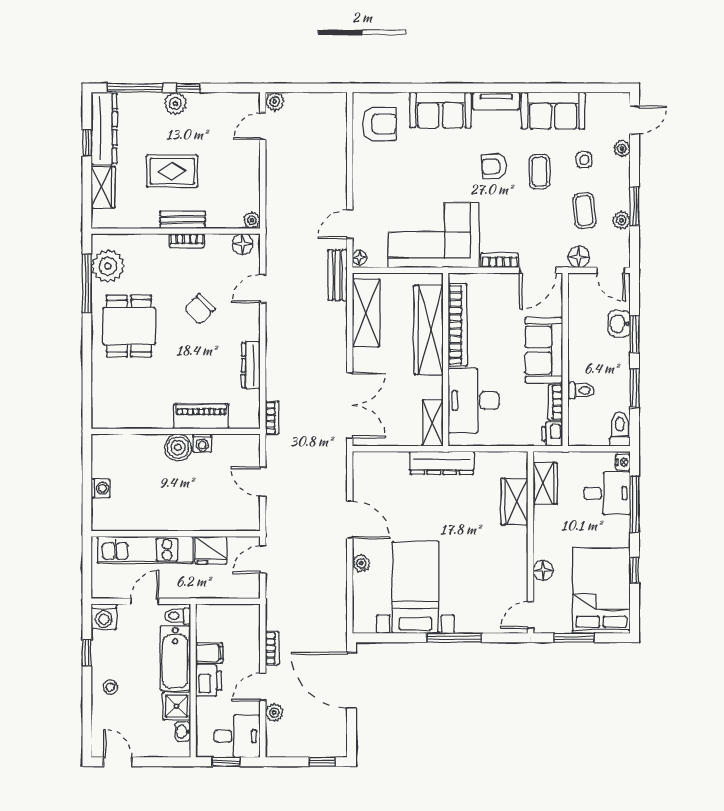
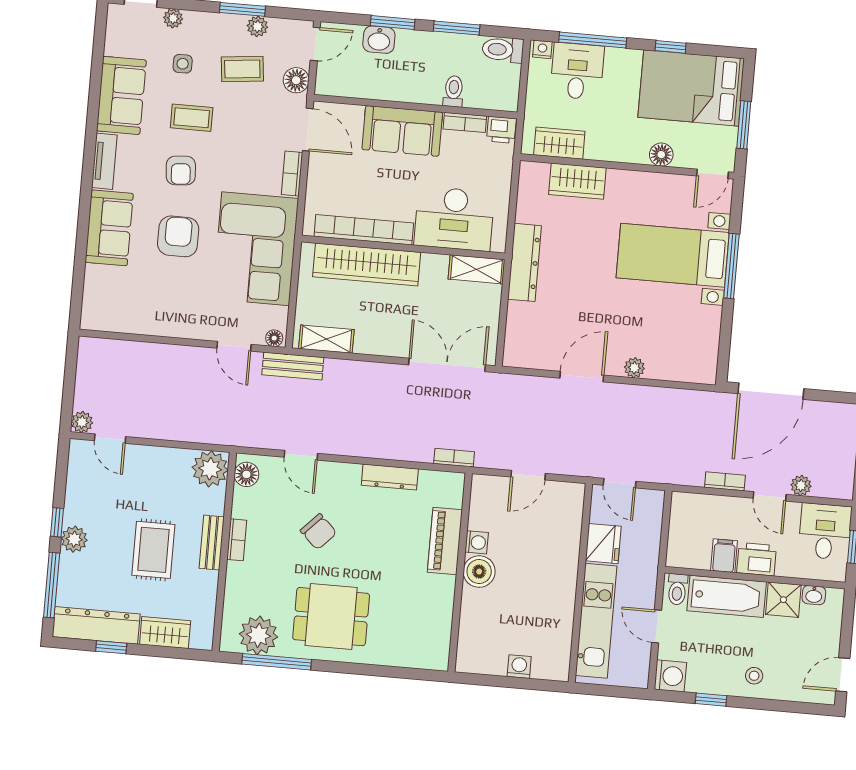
armchair: (379, 124) -> (178, 236), moved
plant: (252, 220) -> (210, 469), width x1.87, depth x1.87
shelving: (366, 313) -> (326, 339), width x0.67, depth x0.75
bed with nightstands: (415, 587) -> (673, 255), moved
door: (531, 615) -> (713, 174), hinge flipped

